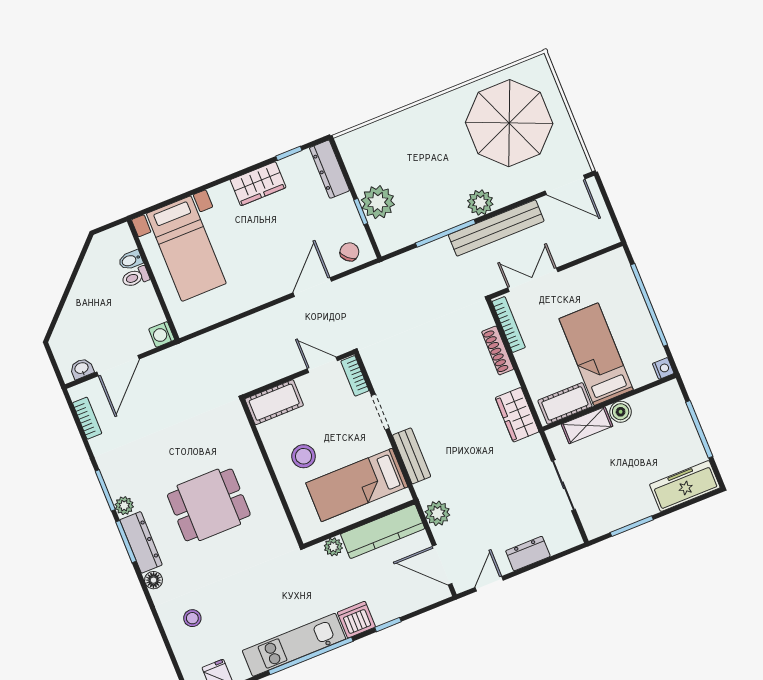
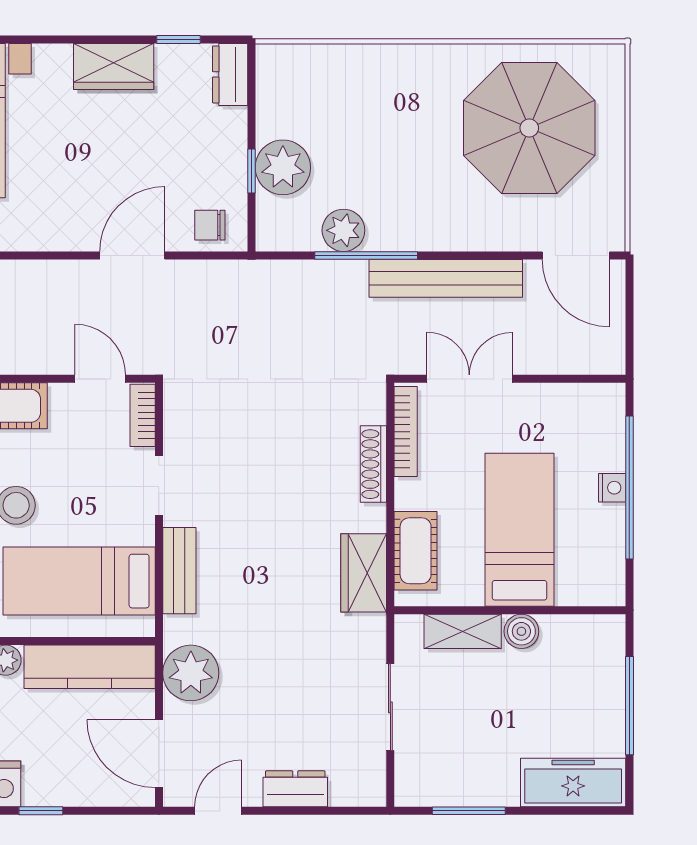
dresser: (329, 169) -> (230, 74), width x0.70
plant: (480, 203) -> (343, 230), moved
chair: (349, 252) -> (210, 225), turned -133
nightstand: (663, 368) -> (612, 488), moved
cot: (565, 403) -> (416, 551), moved, turned 90
plant: (437, 513) -> (191, 673), width x1.36, depth x1.36

